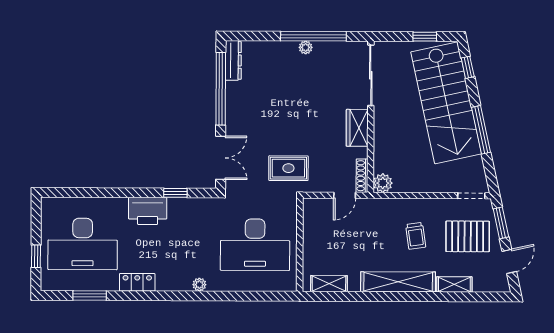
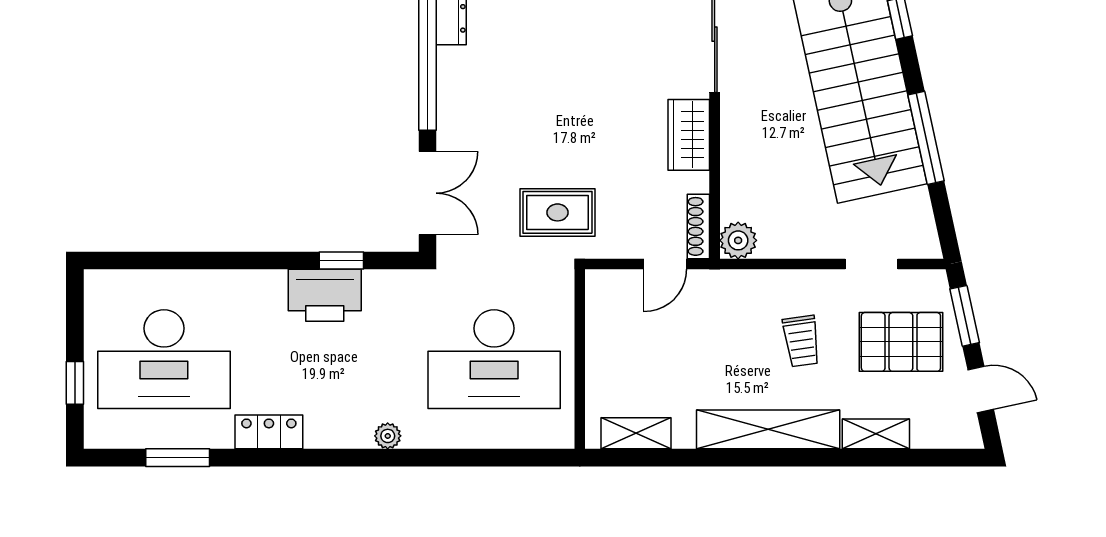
doorway: (471, 196) -> (872, 264), moved
printer: (148, 211) -> (325, 295), moved
door: (509, 261) -> (981, 390), hinge flipped

